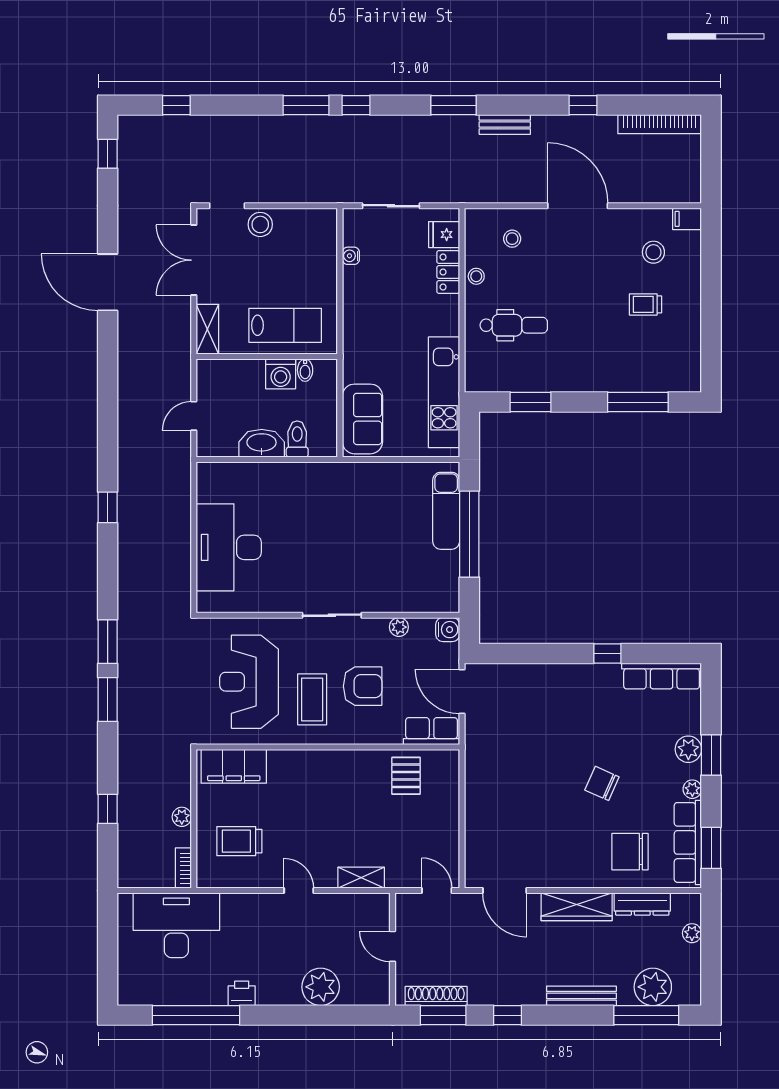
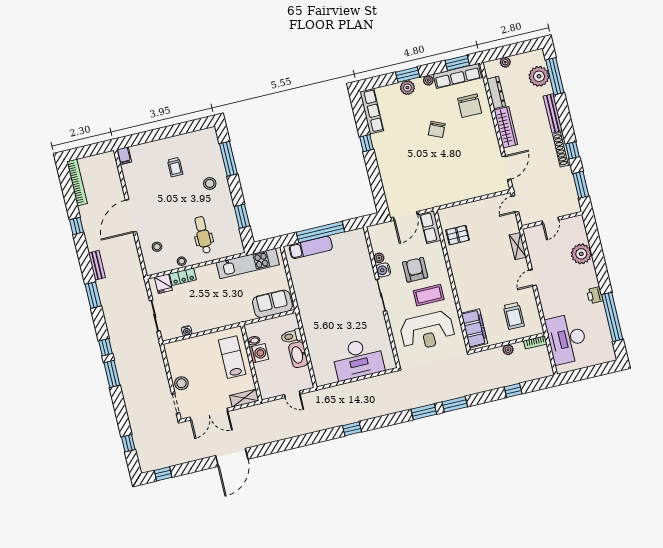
stool: (653, 252) -> (210, 183), moved
water cooler: (448, 630) -> (383, 270), moved, turned -90
shoe rack: (436, 996) -> (562, 149), moved

